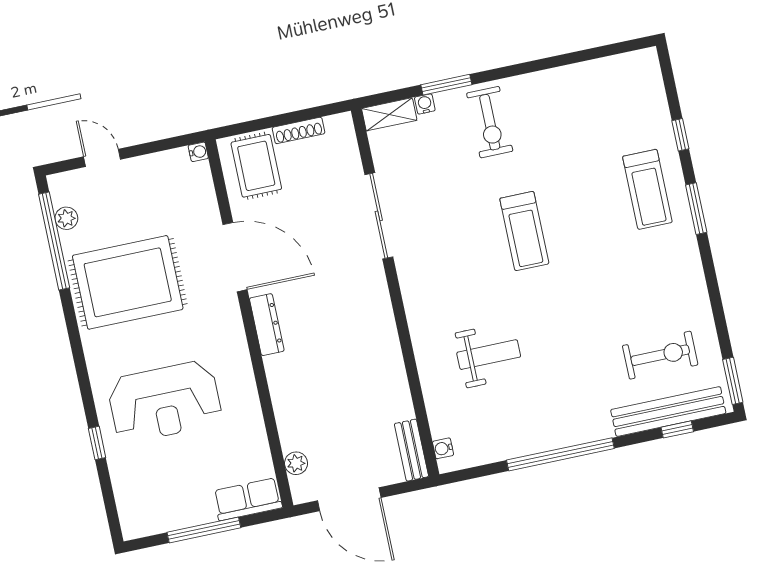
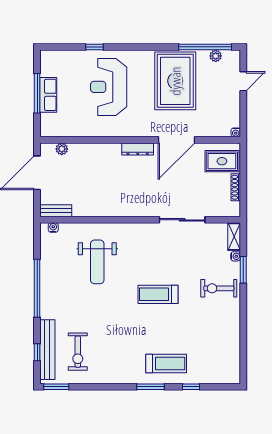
treadmill: (647, 189) -> (166, 363), turned 180
weight bench: (489, 355) -> (97, 262), width x1.36, depth x1.33
row of seats: (248, 499) -> (48, 95), moved

